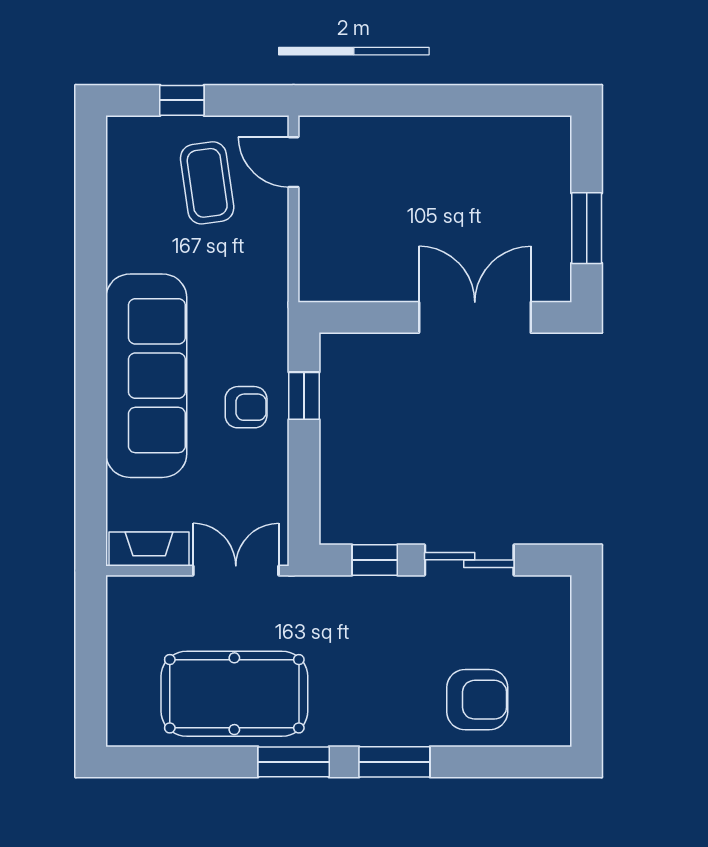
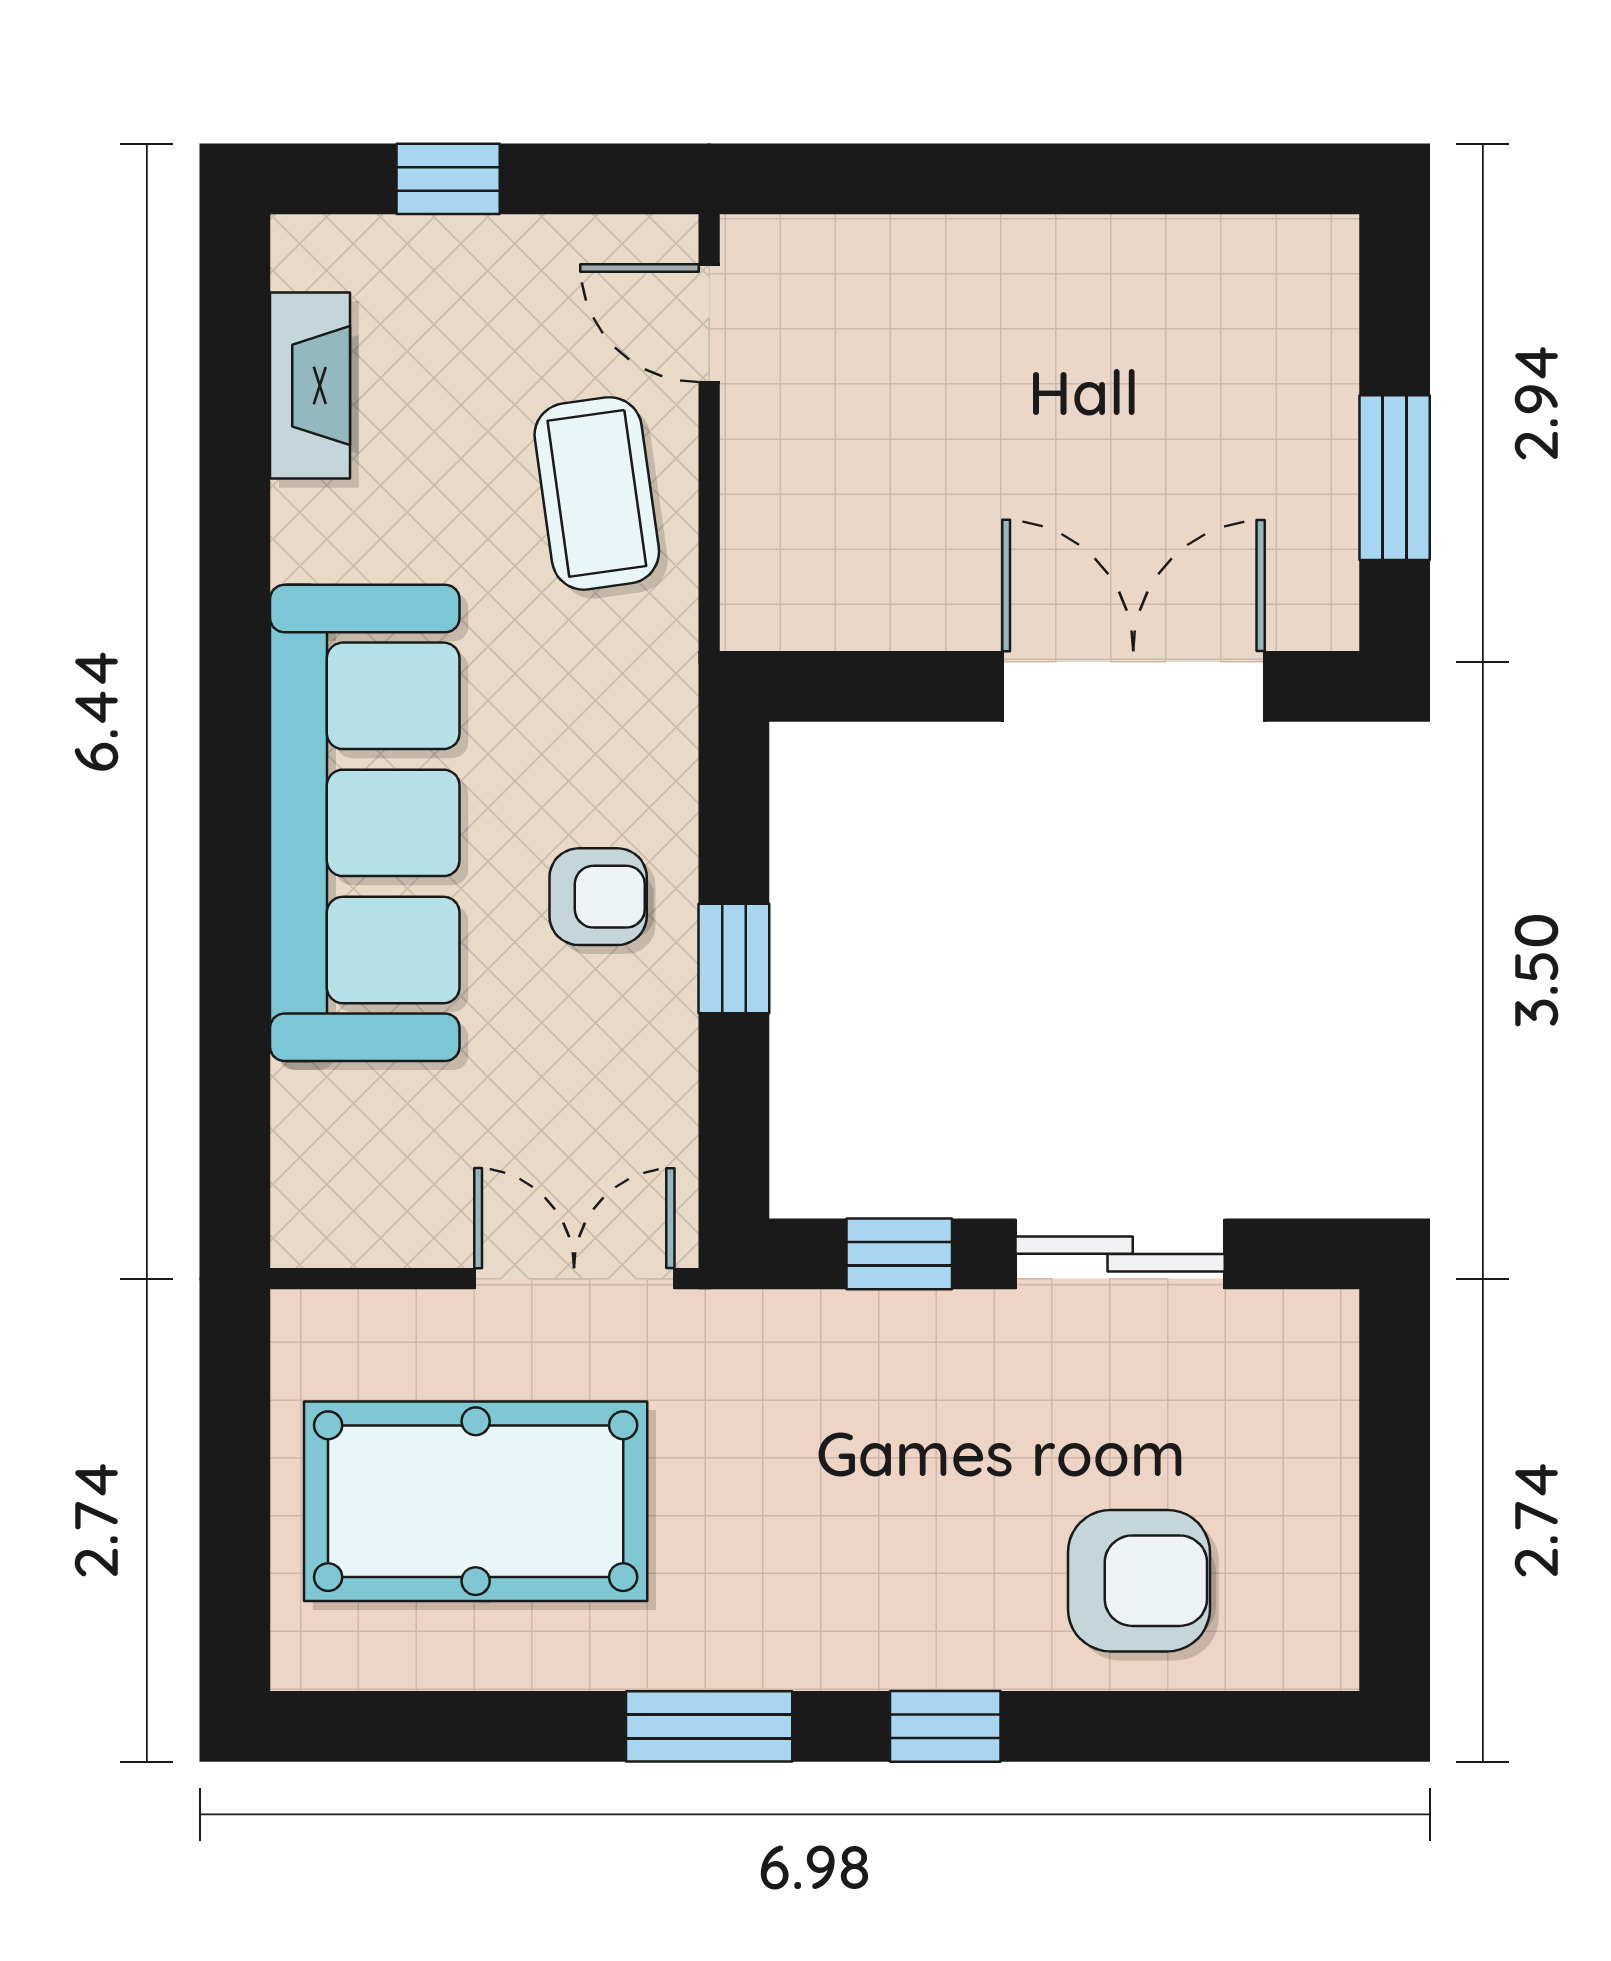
coffee table: (207, 183) -> (597, 493), moved
window: (304, 396) -> (734, 958), moved
fireplace: (149, 549) -> (310, 386), moved, turned 90
pool table: (234, 694) -> (476, 1501), moved
window: (394, 762) -> (945, 1726), width x0.67

